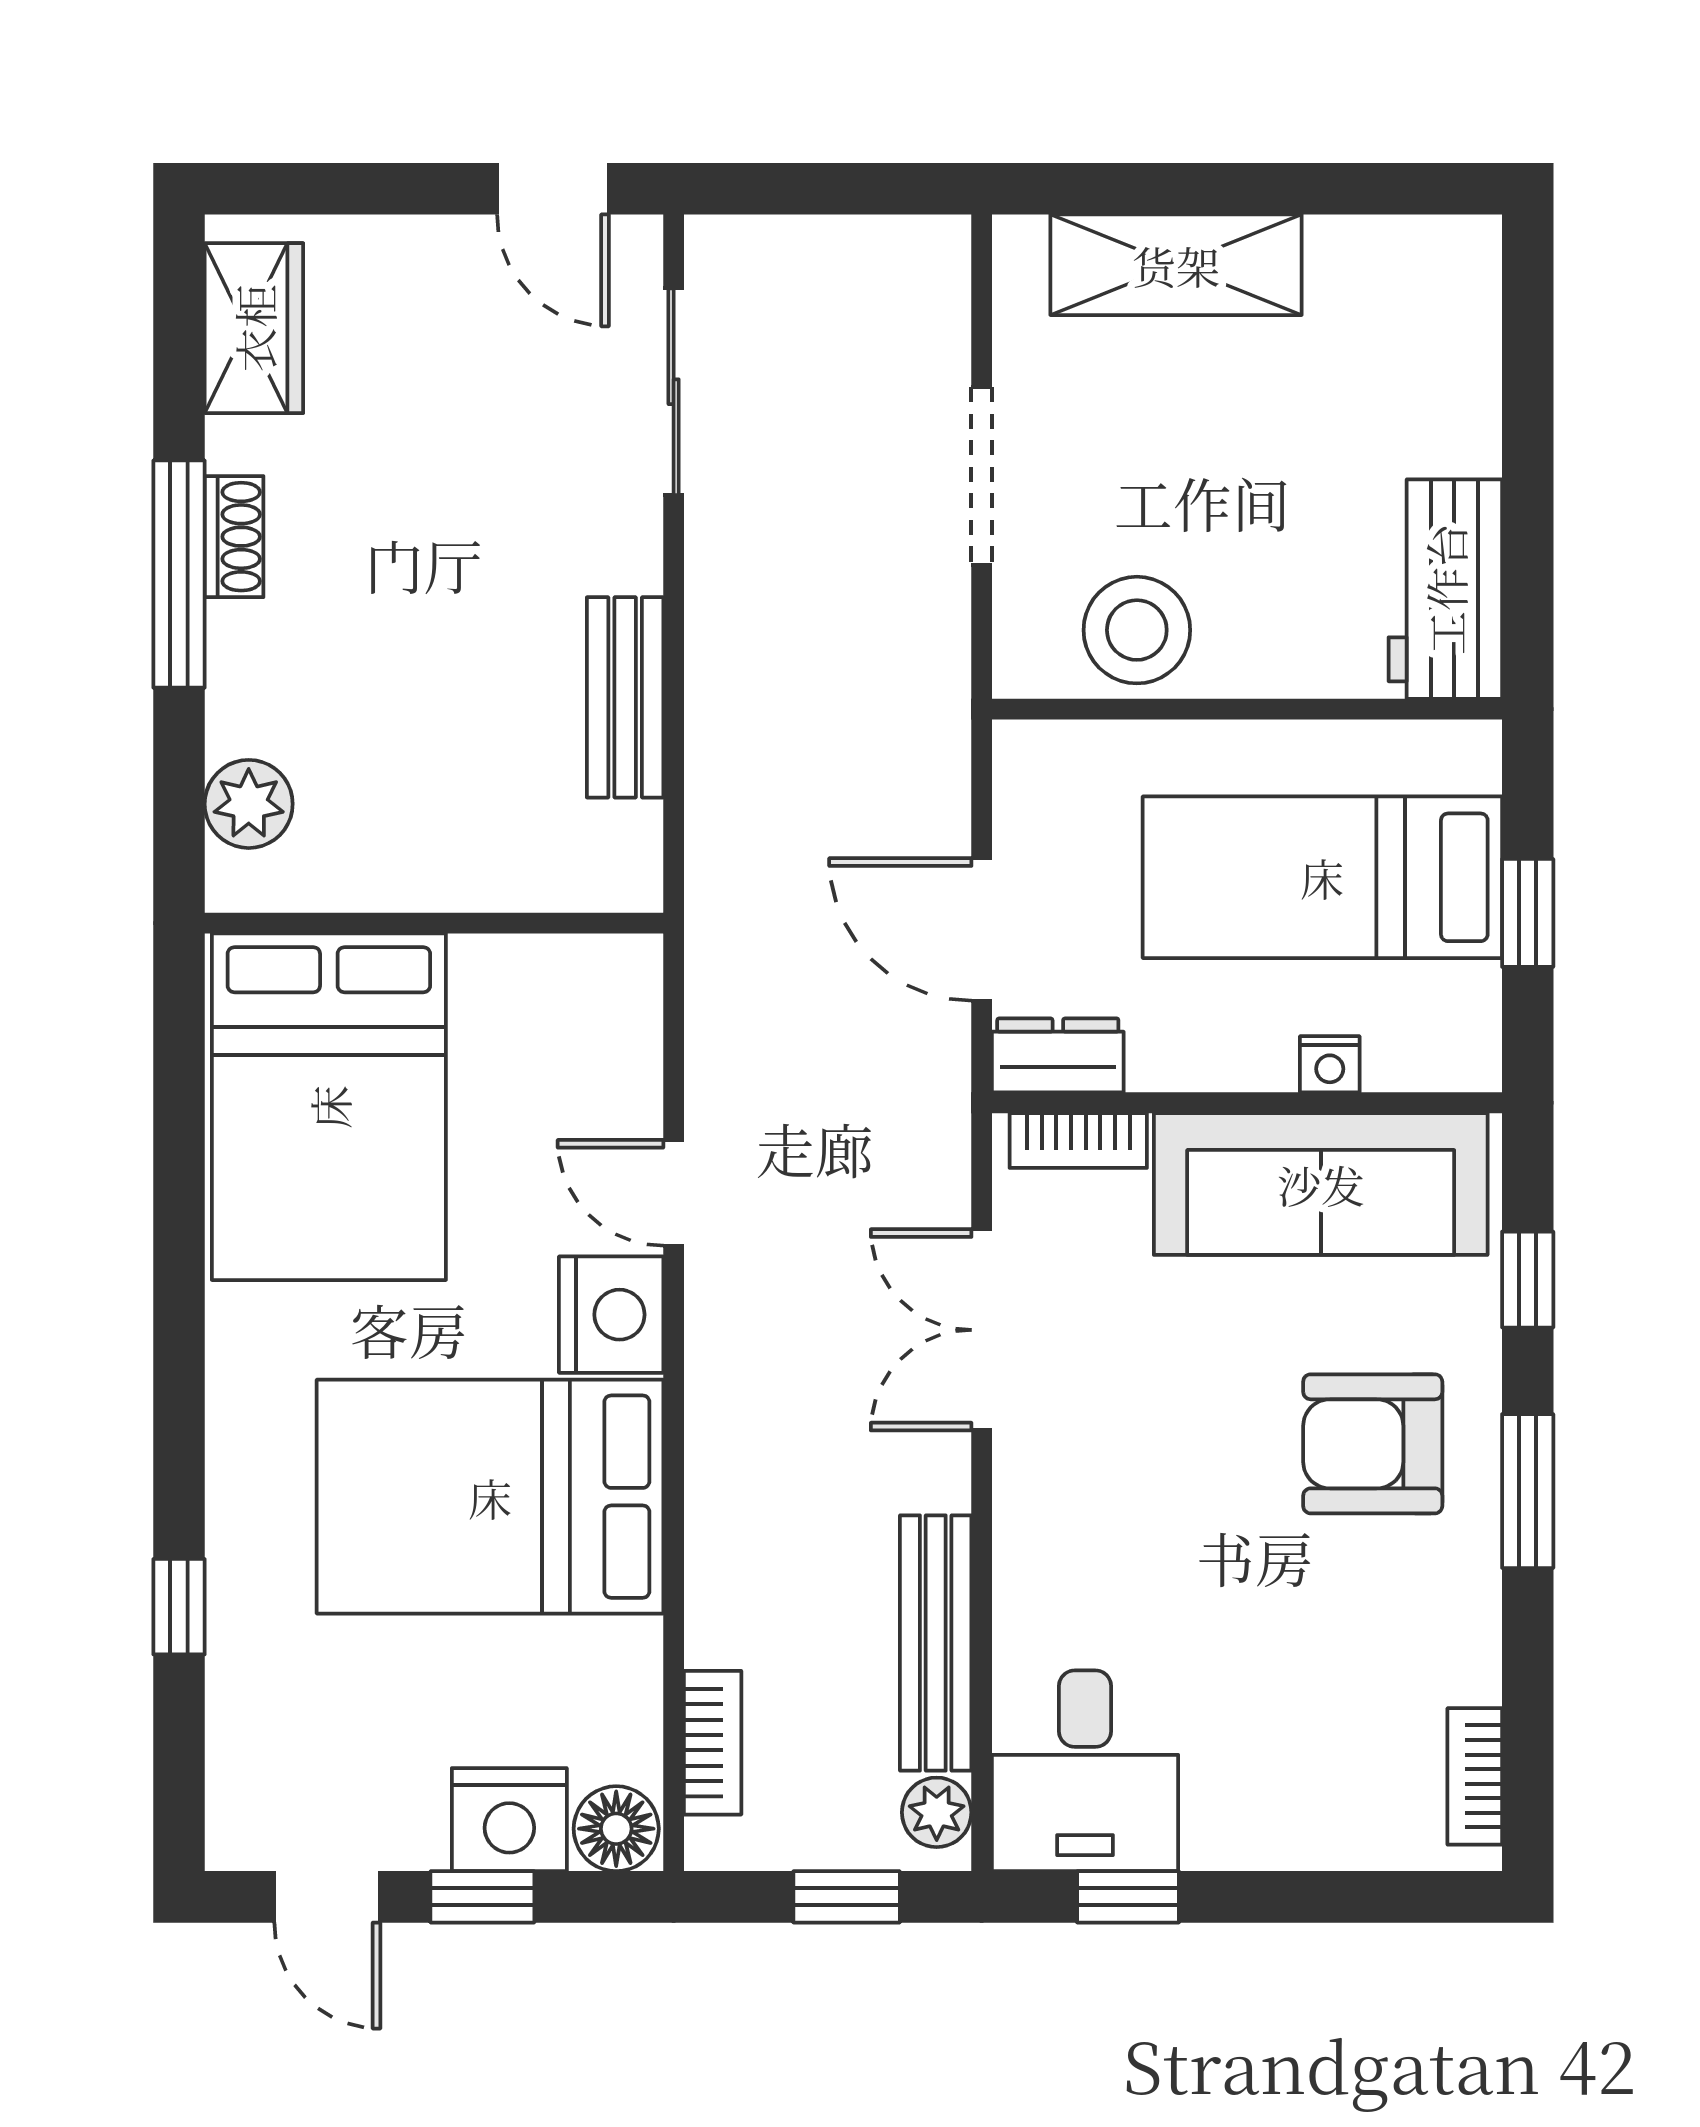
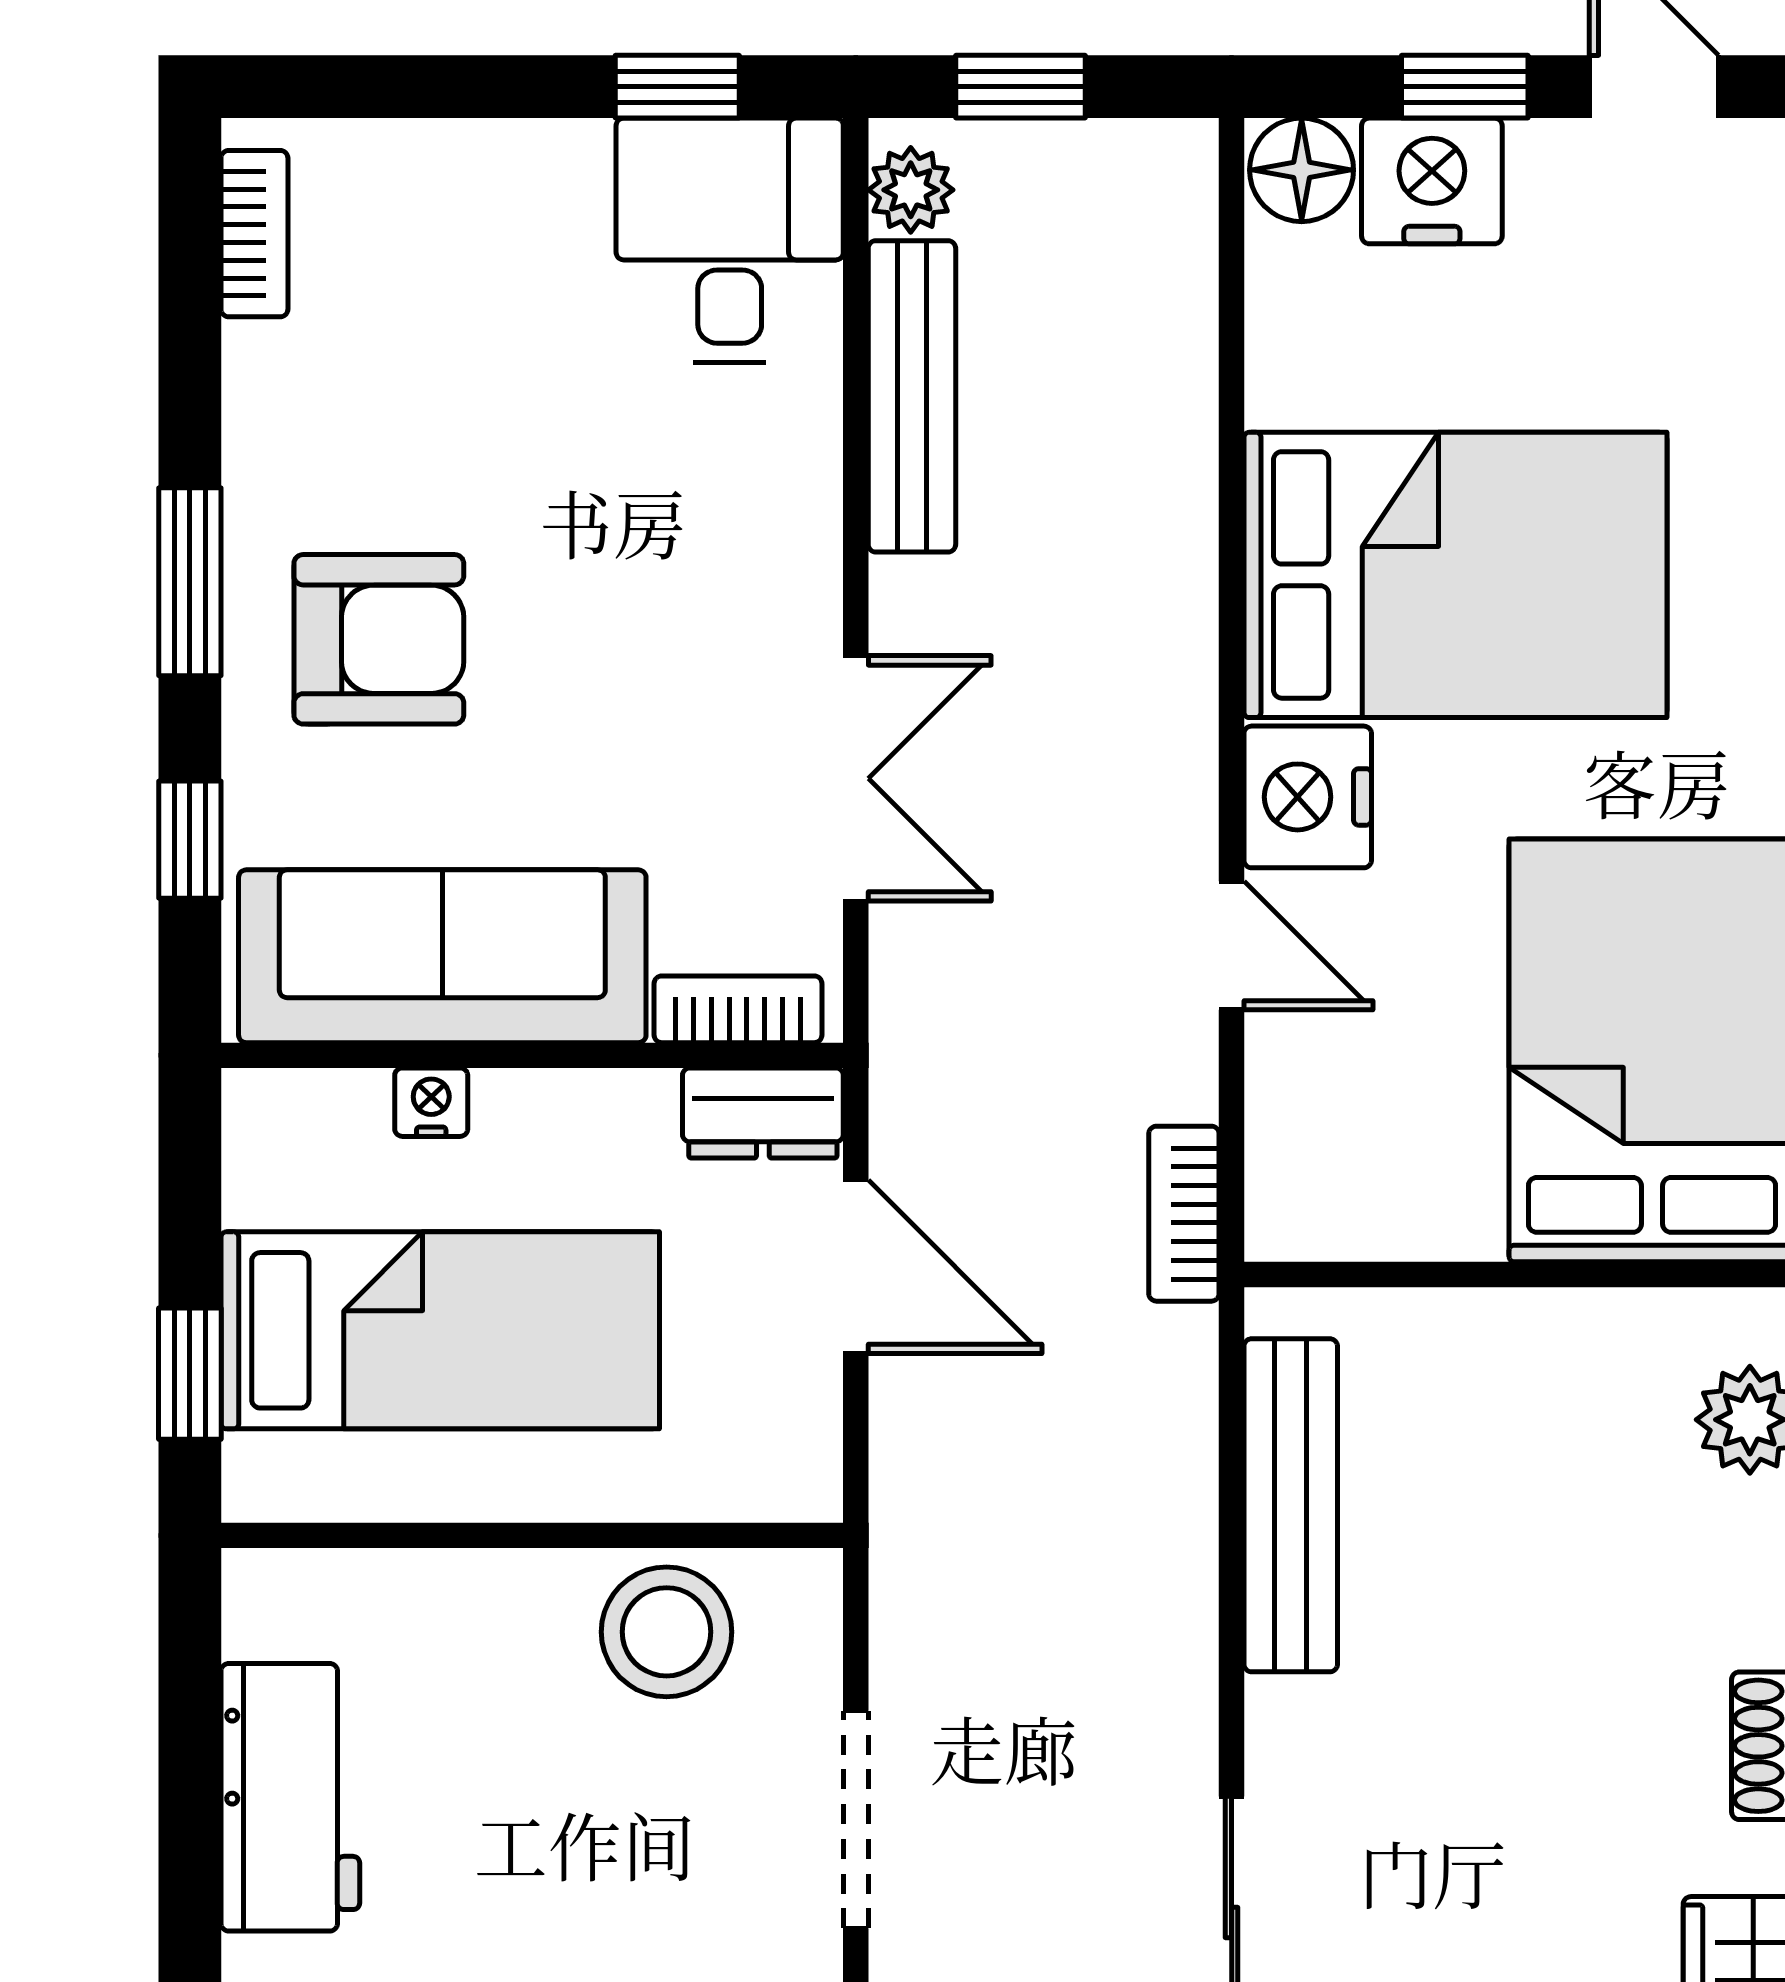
workbench: (1445, 589) -> (290, 1797), moved
bench: (625, 697) -> (1291, 1505), width x1.36
window: (1528, 913) -> (190, 1374), moved
bookcase: (713, 1743) -> (1184, 1214), moved

